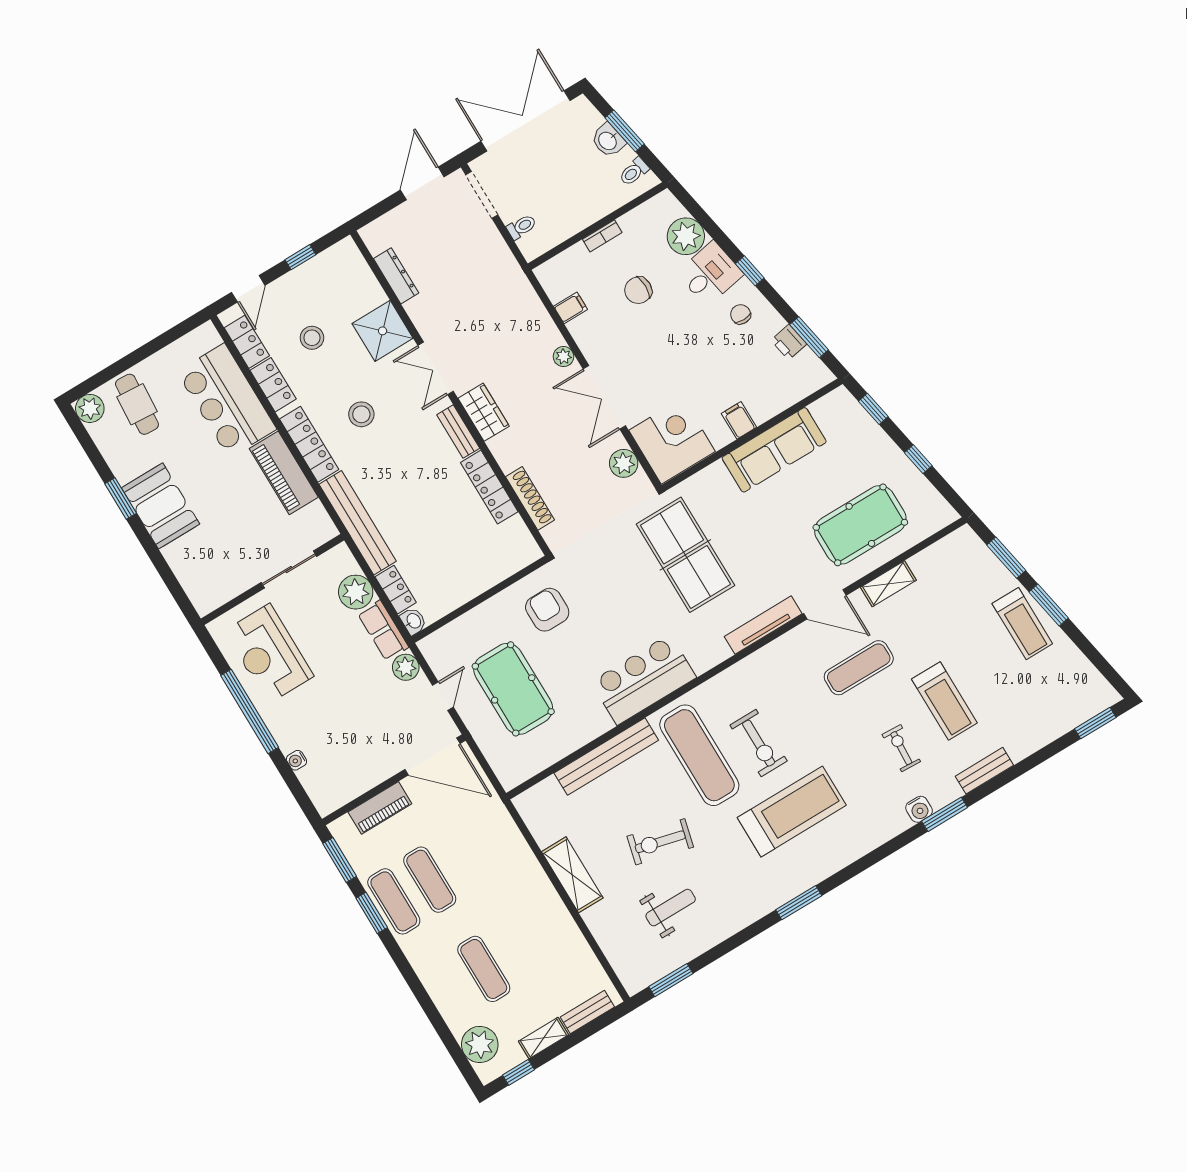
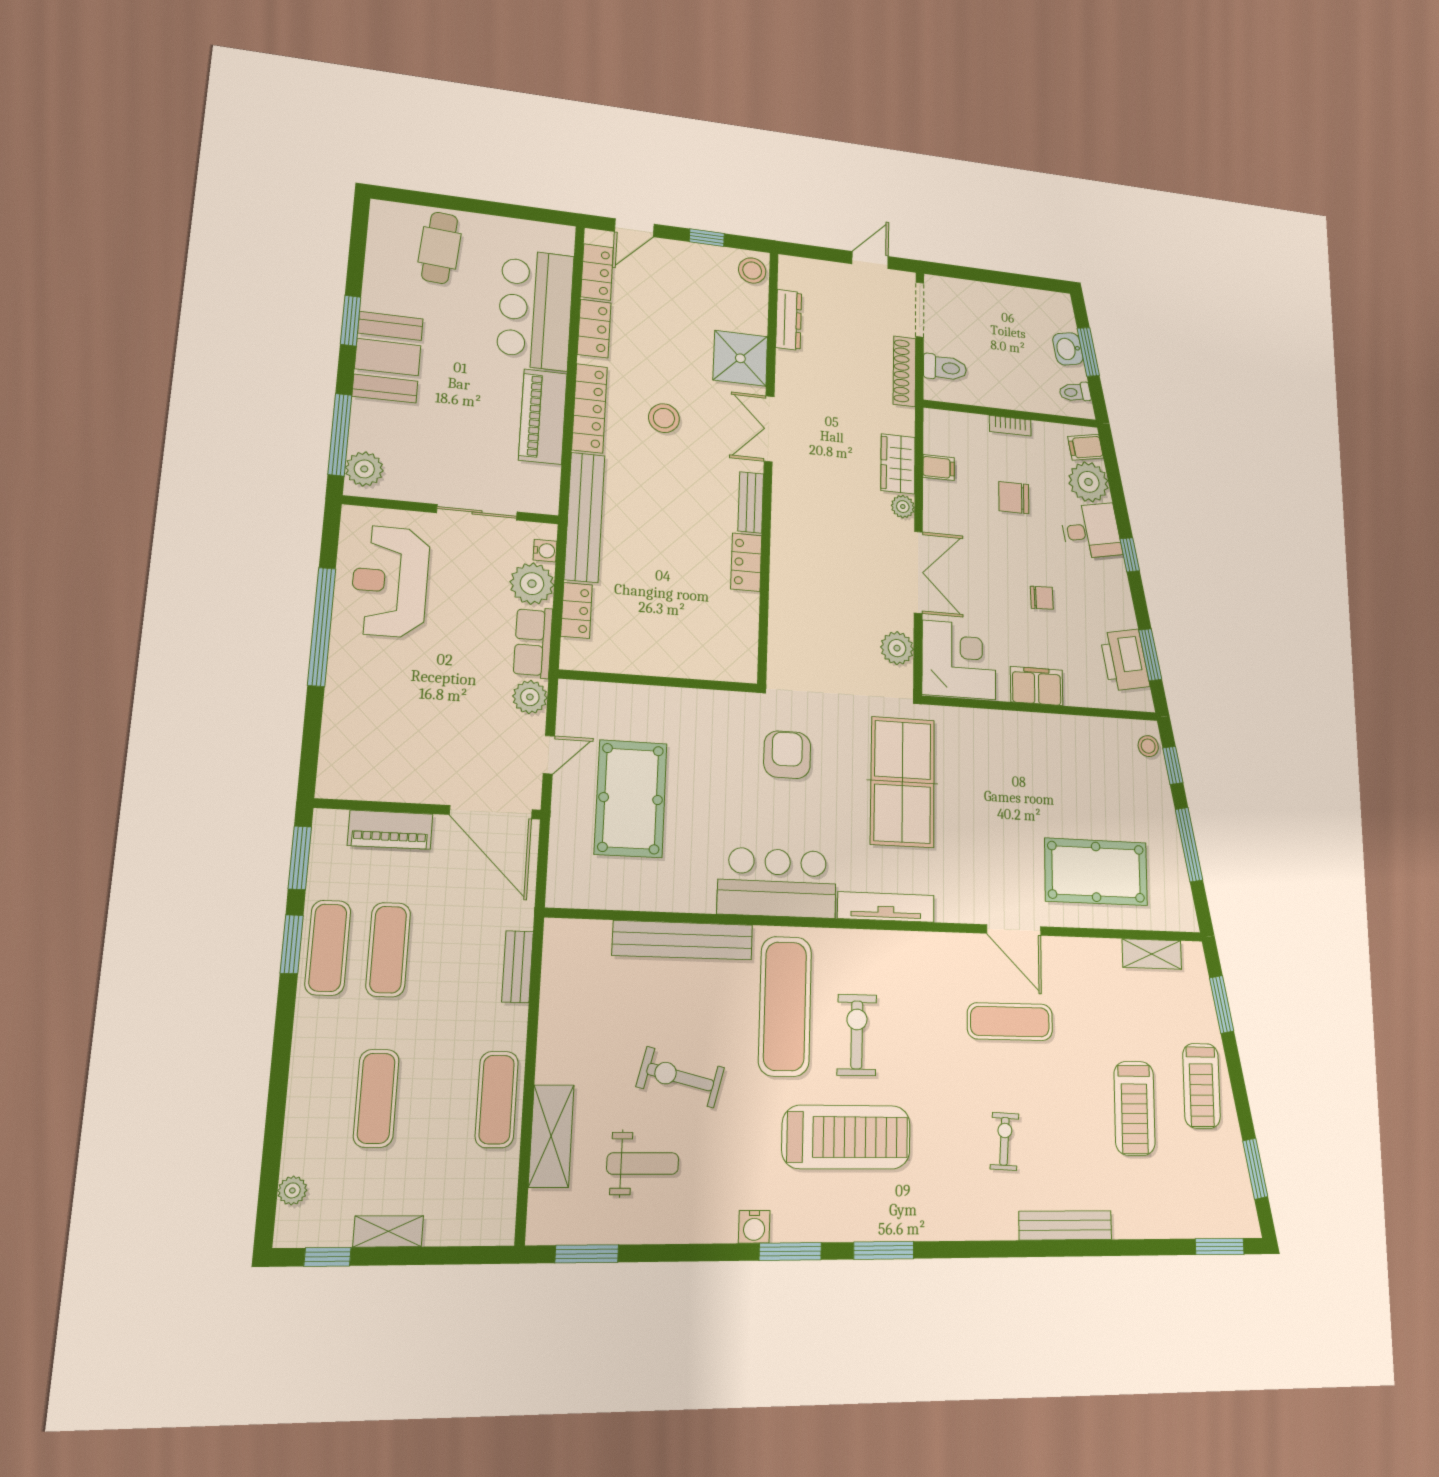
double door: (525, 121) -> (1002, 278), removed
door: (422, 183) -> (870, 260), width x0.73
filing cabinet: (668, 210) -> (1086, 447), added
toilet: (522, 227) -> (945, 368), width x1.37, depth x1.39
chair: (741, 314) -> (1042, 598), moved, turned 88
stool: (312, 338) -> (752, 271), moved
printer: (789, 342) -> (1125, 660), width x1.87, depth x1.48
double door: (604, 397) -> (918, 572), swing flipped
stool: (847, 407) -> (1148, 746), added
plant: (90, 408) -> (364, 469), moved
wardrobe: (484, 412) -> (898, 464), moved, turned 180
filing cabinet: (739, 420) -> (1037, 686), width x2.00
sofa: (774, 450) -> (1054, 738), removed
window: (918, 459) -> (1189, 845), width x2.17
locker: (489, 487) -> (746, 562), width x0.66
shoe rack: (530, 498) -> (904, 371), moved, turned 180
window: (170, 580) -> (340, 435), added
shelving: (888, 584) -> (1152, 954), moved
window: (1049, 605) -> (1255, 1169), moved
armchair: (547, 610) -> (787, 755), moved
washbasin: (413, 621) -> (572, 655), removed
tv unit: (763, 625) -> (886, 907), moved
treadmill: (944, 701) -> (1134, 1108), moved
exercise bike: (759, 743) -> (857, 1035), turned 180
water cooler: (296, 760) -> (545, 551), moved, turned 180
bench: (984, 771) -> (1065, 1225), width x1.36
water cooler: (919, 809) -> (754, 1227), moved
window: (945, 814) -> (884, 1250), moved
shelving: (572, 875) -> (551, 1136), moved
exercise mat: (556, 925) -> (497, 1099), added
bench: (587, 1012) -> (517, 967), moved, turned 90
plant: (480, 1044) -> (292, 1190), width x0.53, depth x0.53

